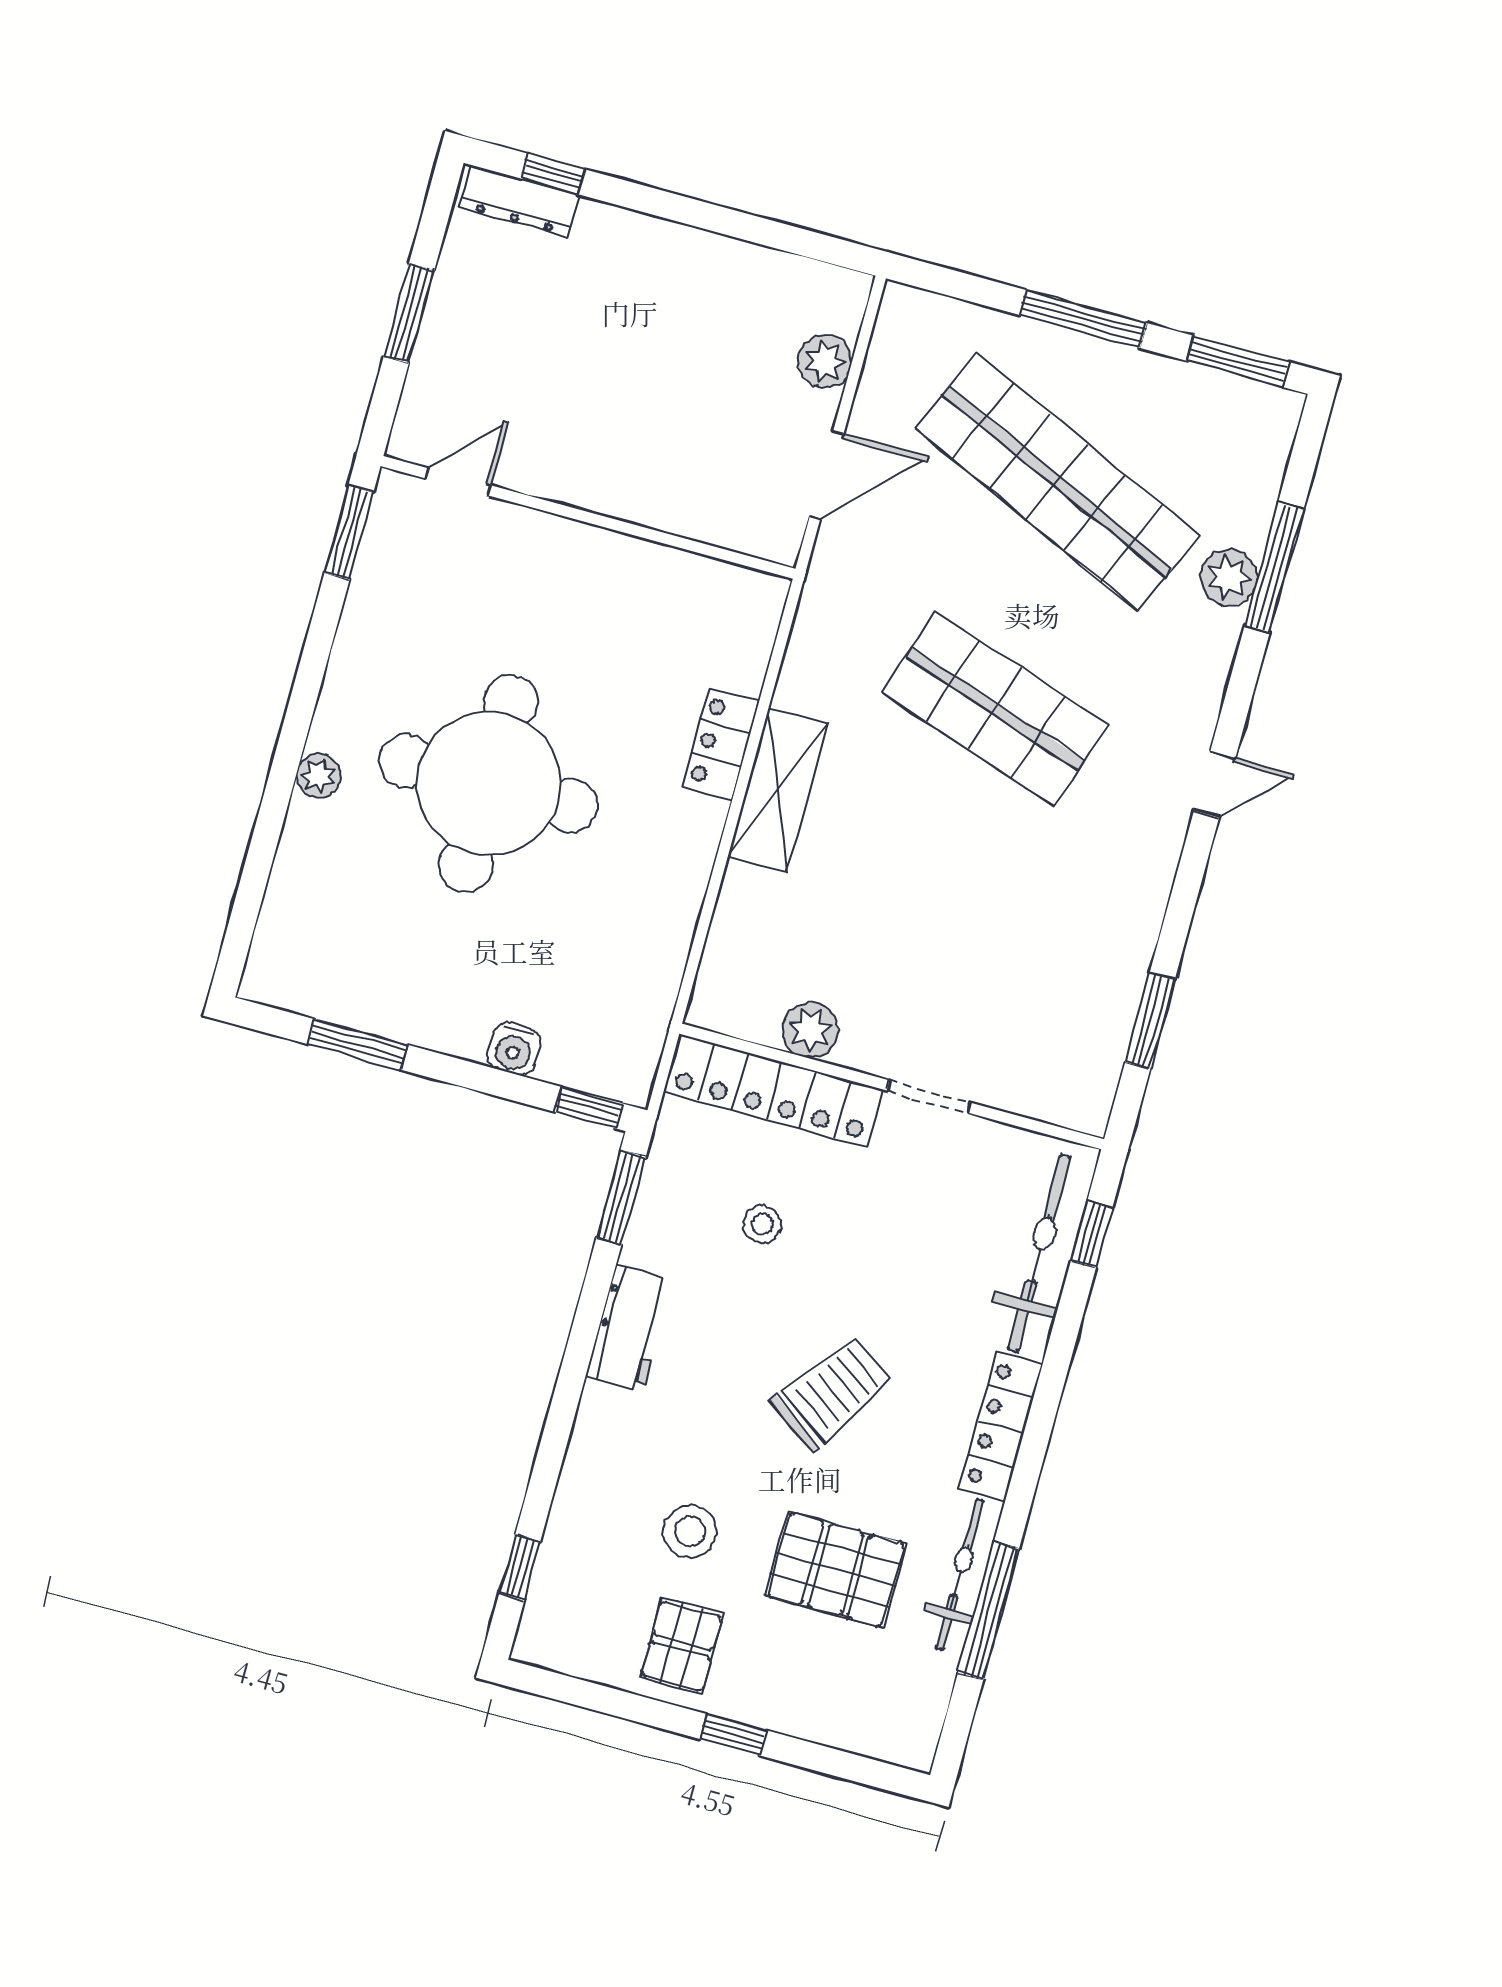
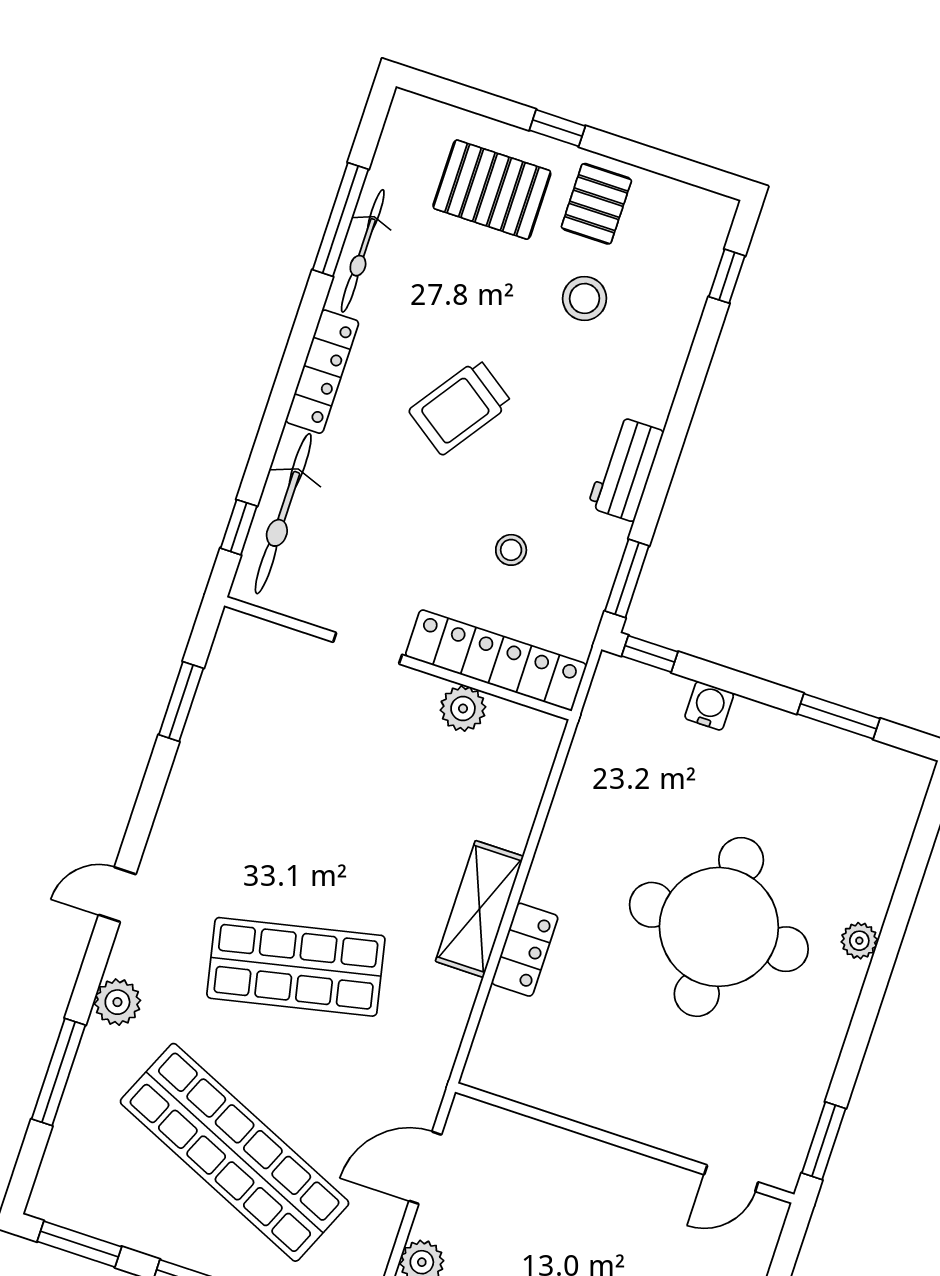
plant: (1229, 578) -> (117, 1002), moved
shop shelf: (995, 709) -> (296, 967), turned -30
pallet: (836, 1570) -> (492, 190), moved

